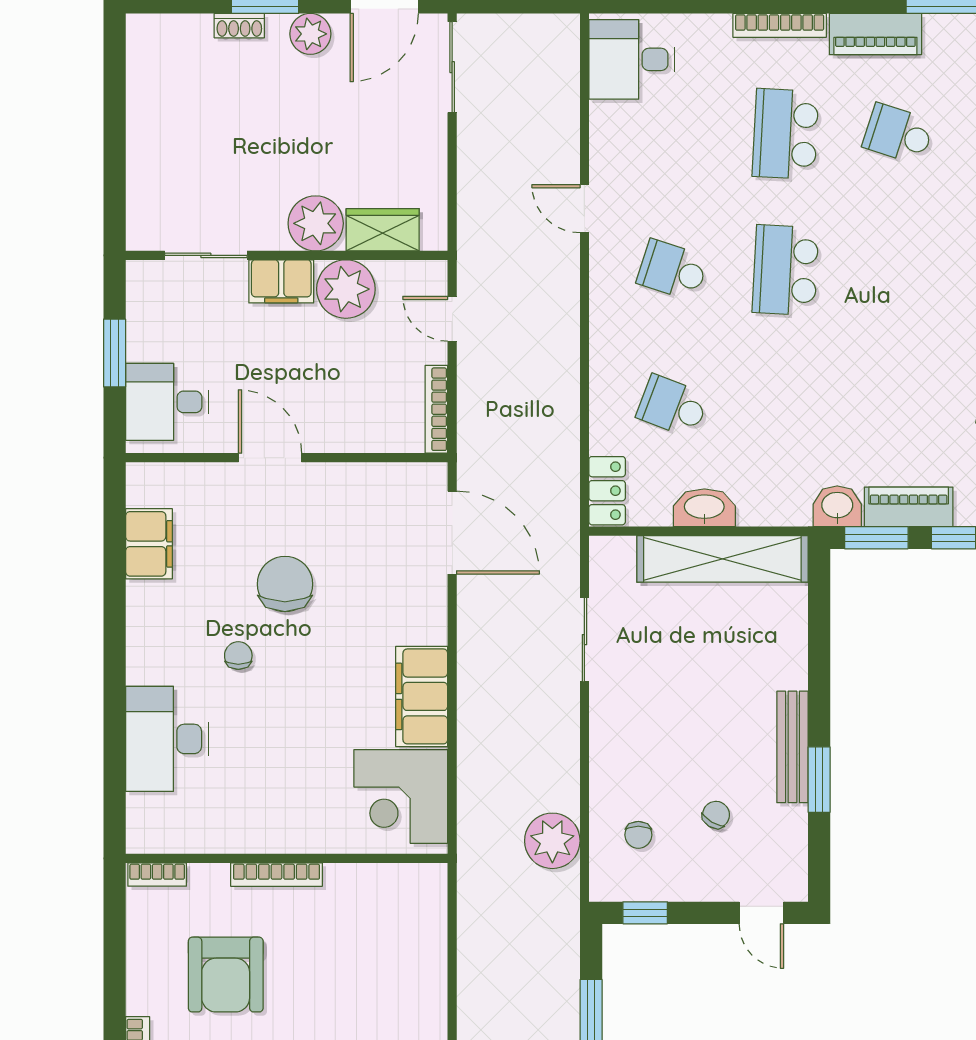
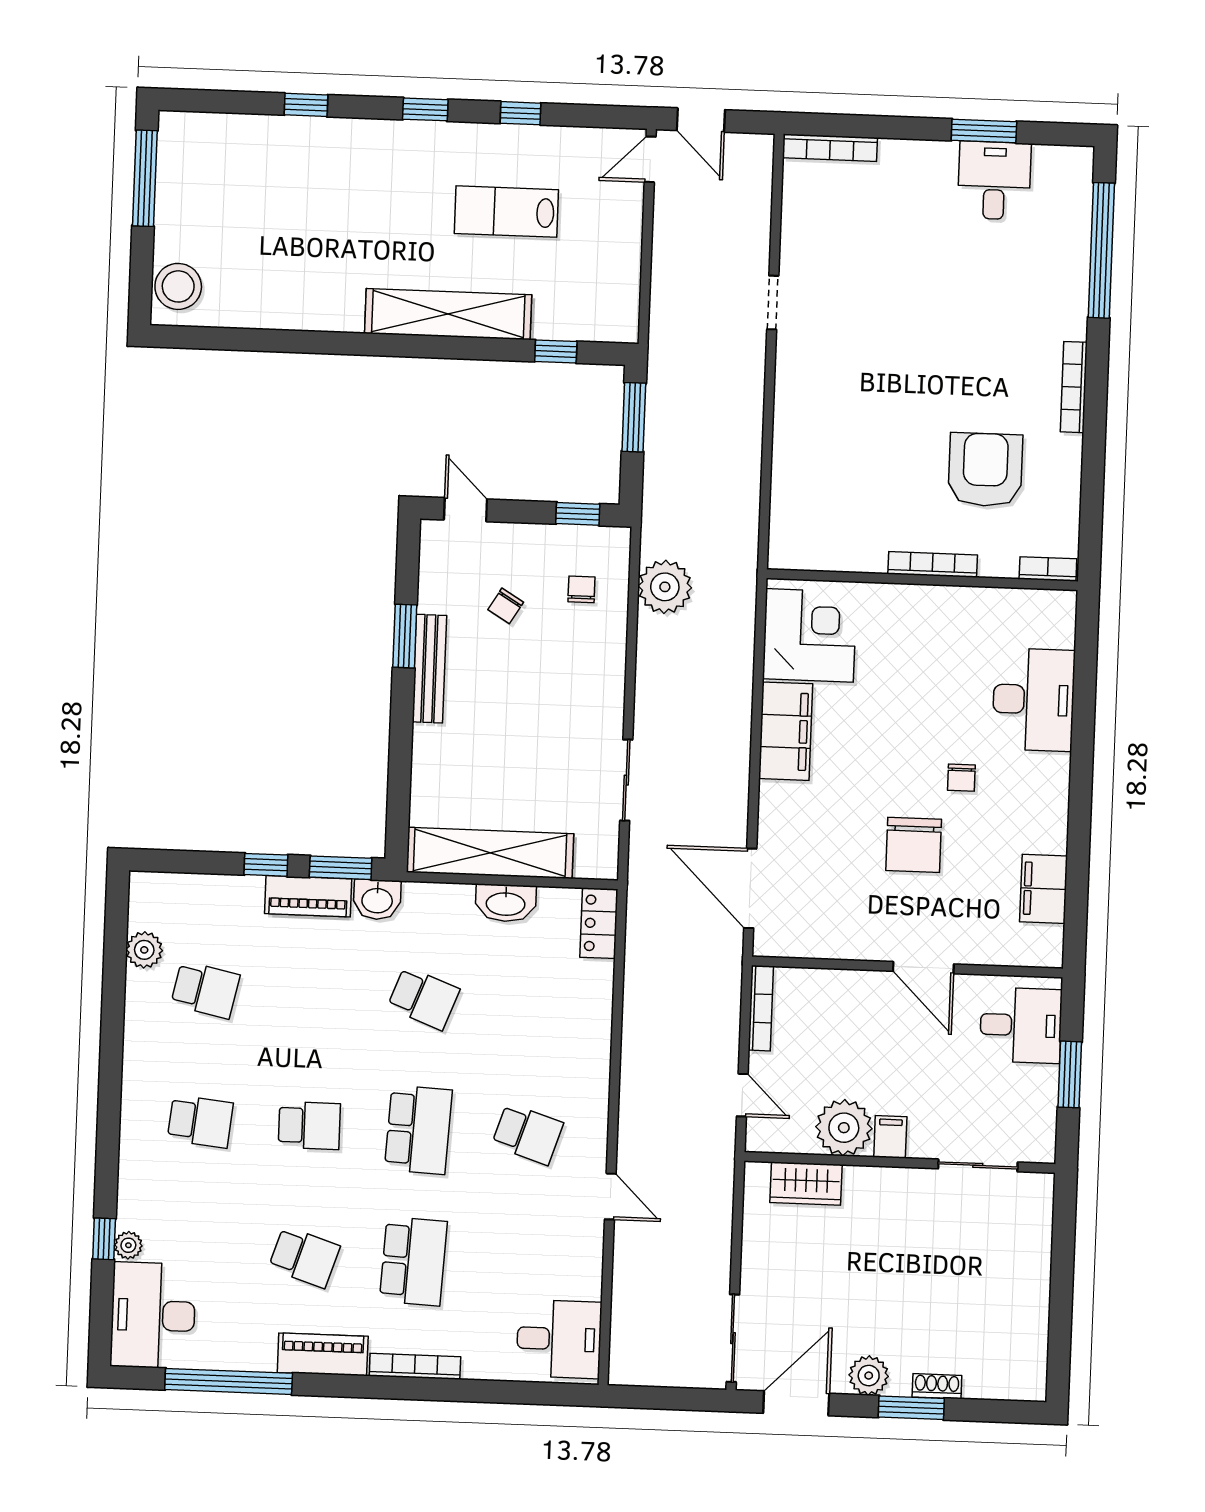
plant: (316, 223) -> (871, 1192), removed
school desk: (898, 270) -> (309, 1126), added
filing cabinet: (281, 281) -> (890, 1137), width x0.50
school desk: (673, 406) -> (423, 998), moved

